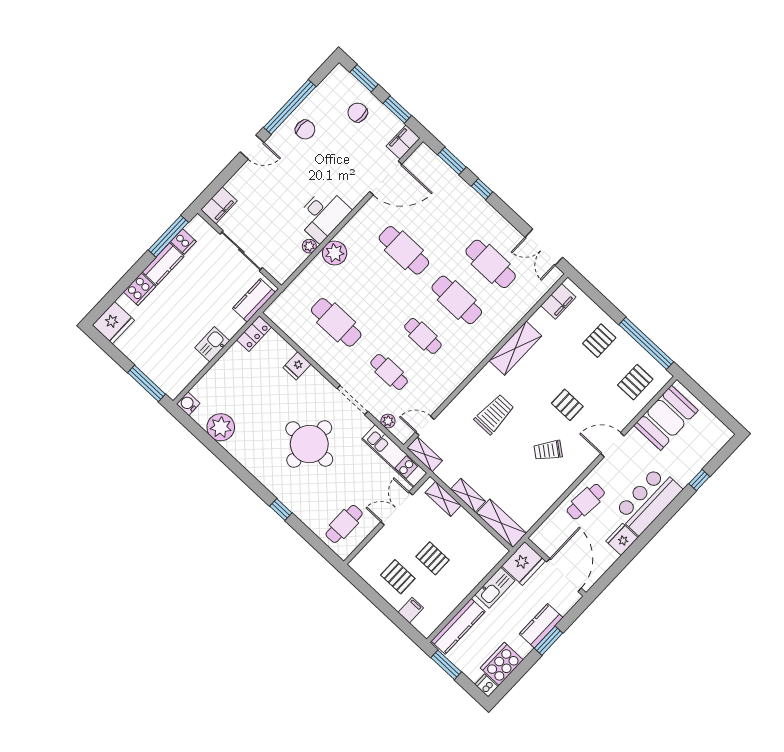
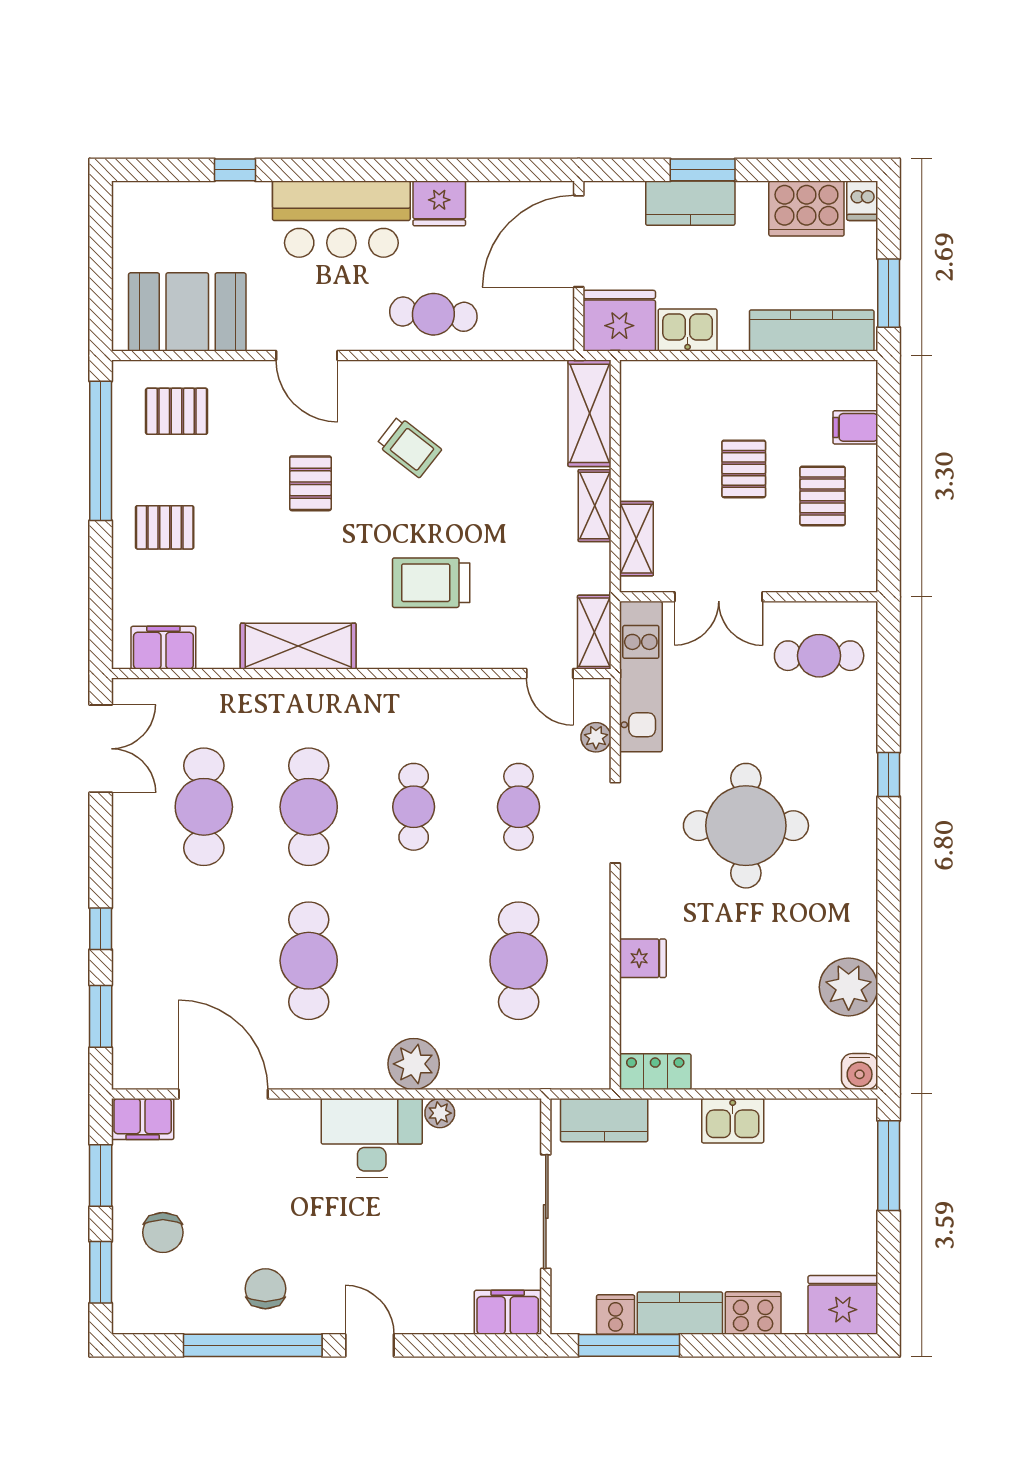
kitchen sink: (495, 588) -> (688, 330), width x0.73

